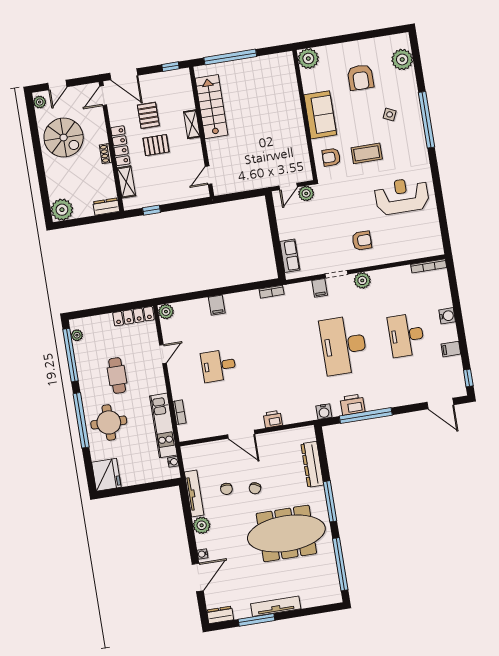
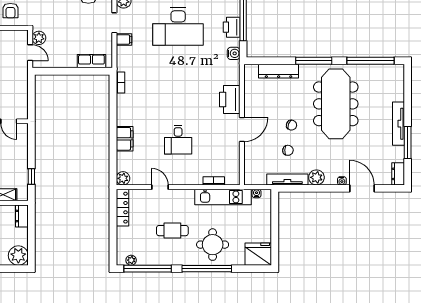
filing cabinet: (217, 305) -> (125, 139), width x2.00
printer: (273, 419) -> (230, 100), width x1.87, depth x1.48

